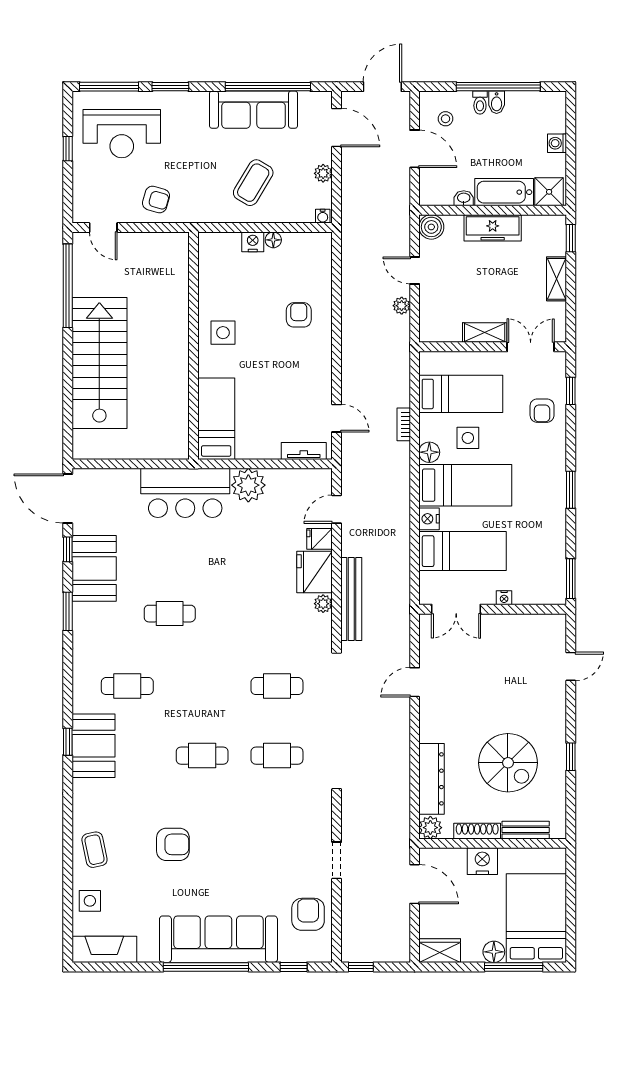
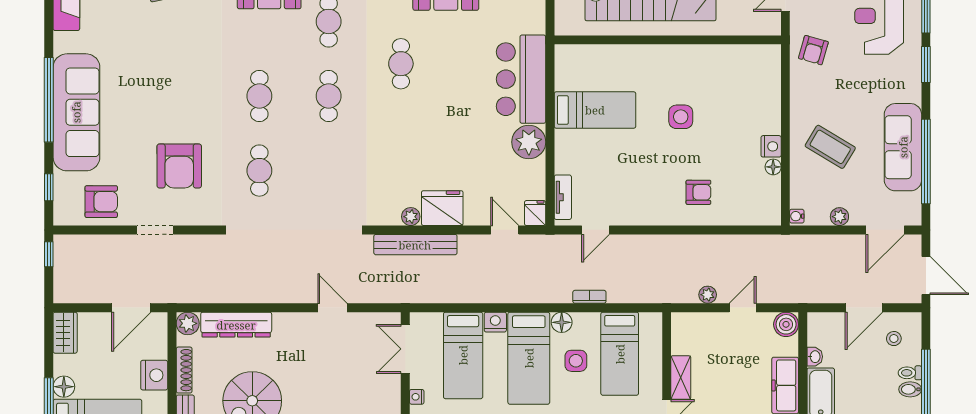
wall: (193, 346) -> (668, 40), moved
fridge: (320, 539) -> (535, 213), moved
cafe table: (277, 686) -> (329, 96), moved
armchair: (173, 844) -> (179, 166), moved, width x1.36, depth x1.36

